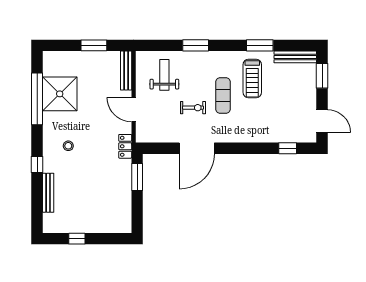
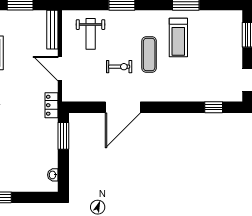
bench: (295, 57) -> (221, 16), removed
weight bench: (164, 75) -> (91, 34), turned 180
washbasin: (127, 216) -> (53, 175), added

